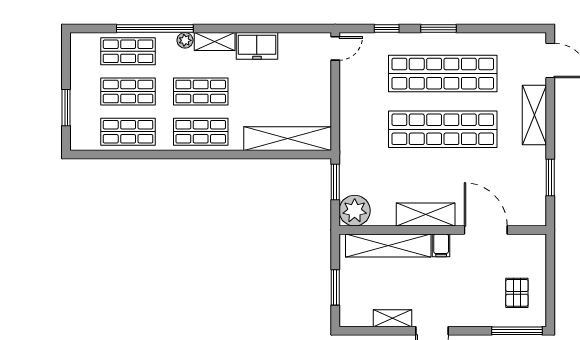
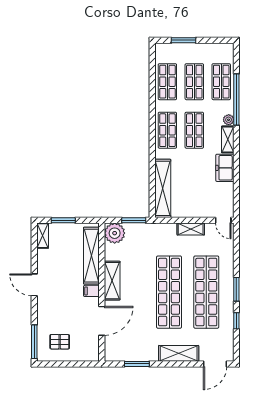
window: (387, 29) -> (236, 321), moved
shelving: (348, 97) -> (191, 229), added
shelving: (392, 318) -> (43, 236), moved

